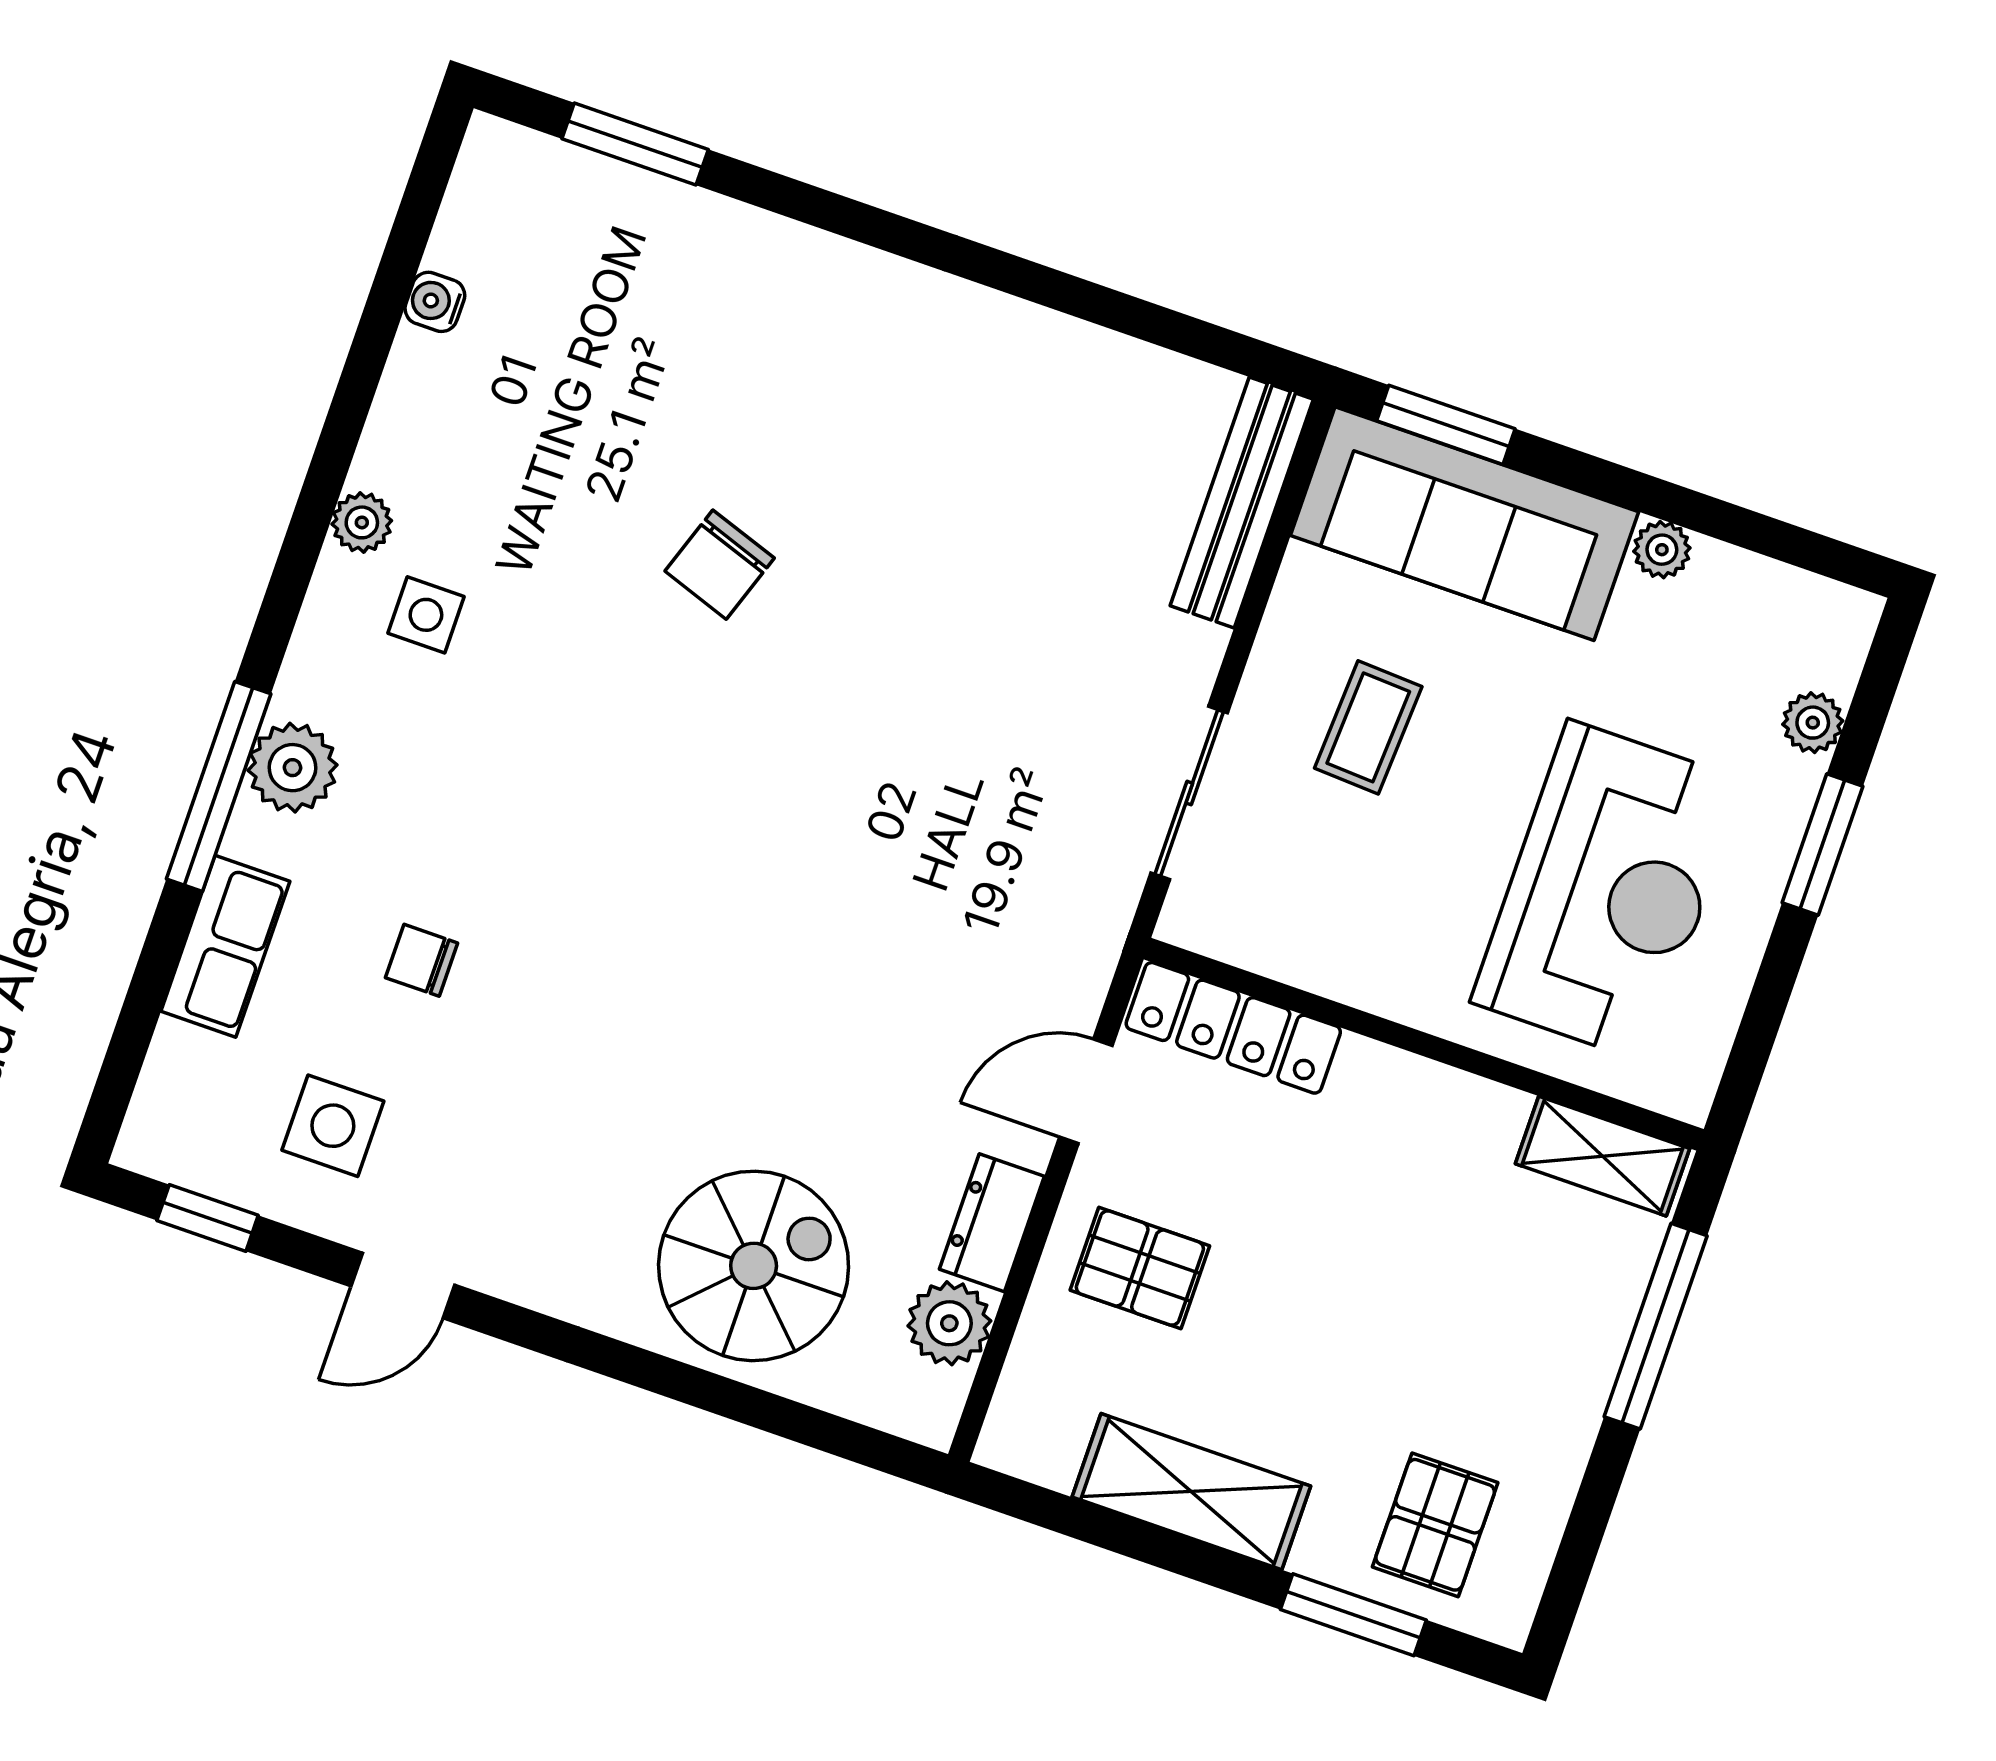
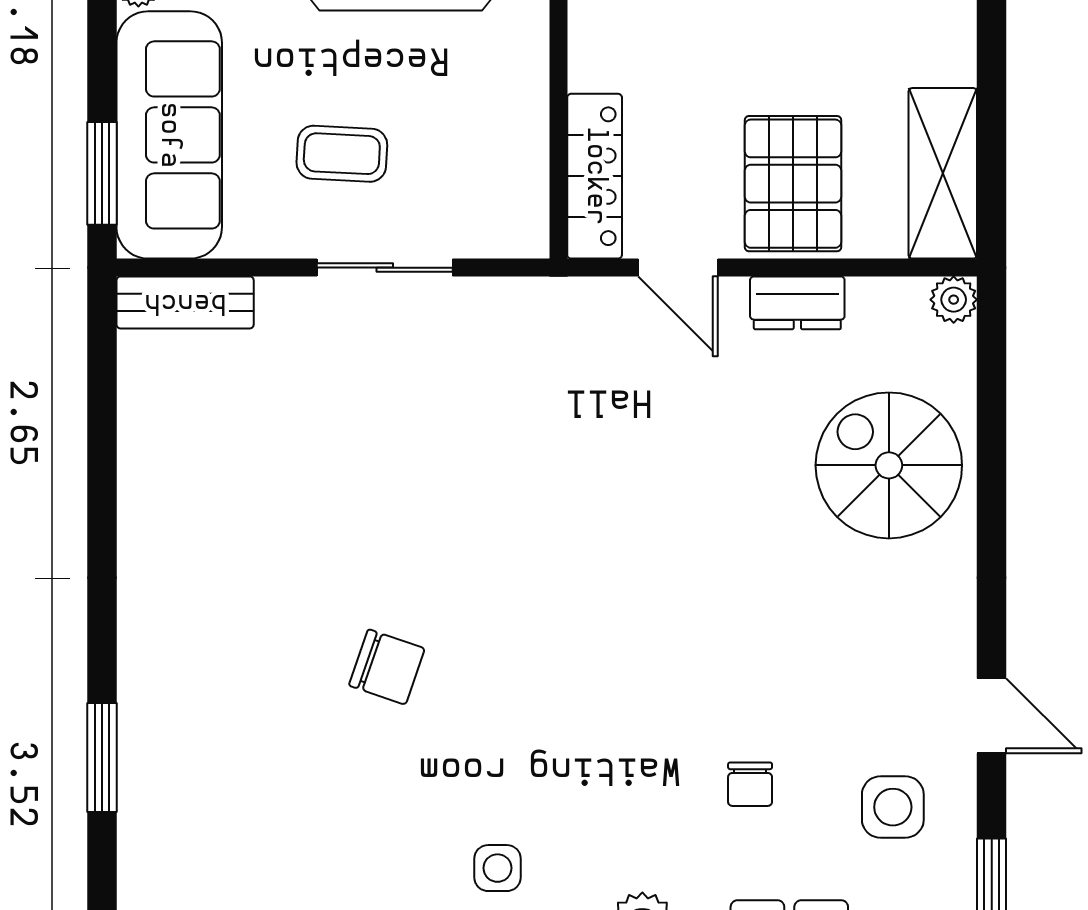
window: (635, 144) -> (102, 758), moved
bench: (1242, 502) -> (185, 302), width x0.73
sliding door: (1189, 793) -> (385, 268), moved
pallet: (1140, 1268) -> (793, 184), width x1.50, depth x1.42
plant: (949, 1323) -> (954, 300), moved, width x0.73, depth x0.73
shelving: (1191, 1492) -> (943, 173), moved

